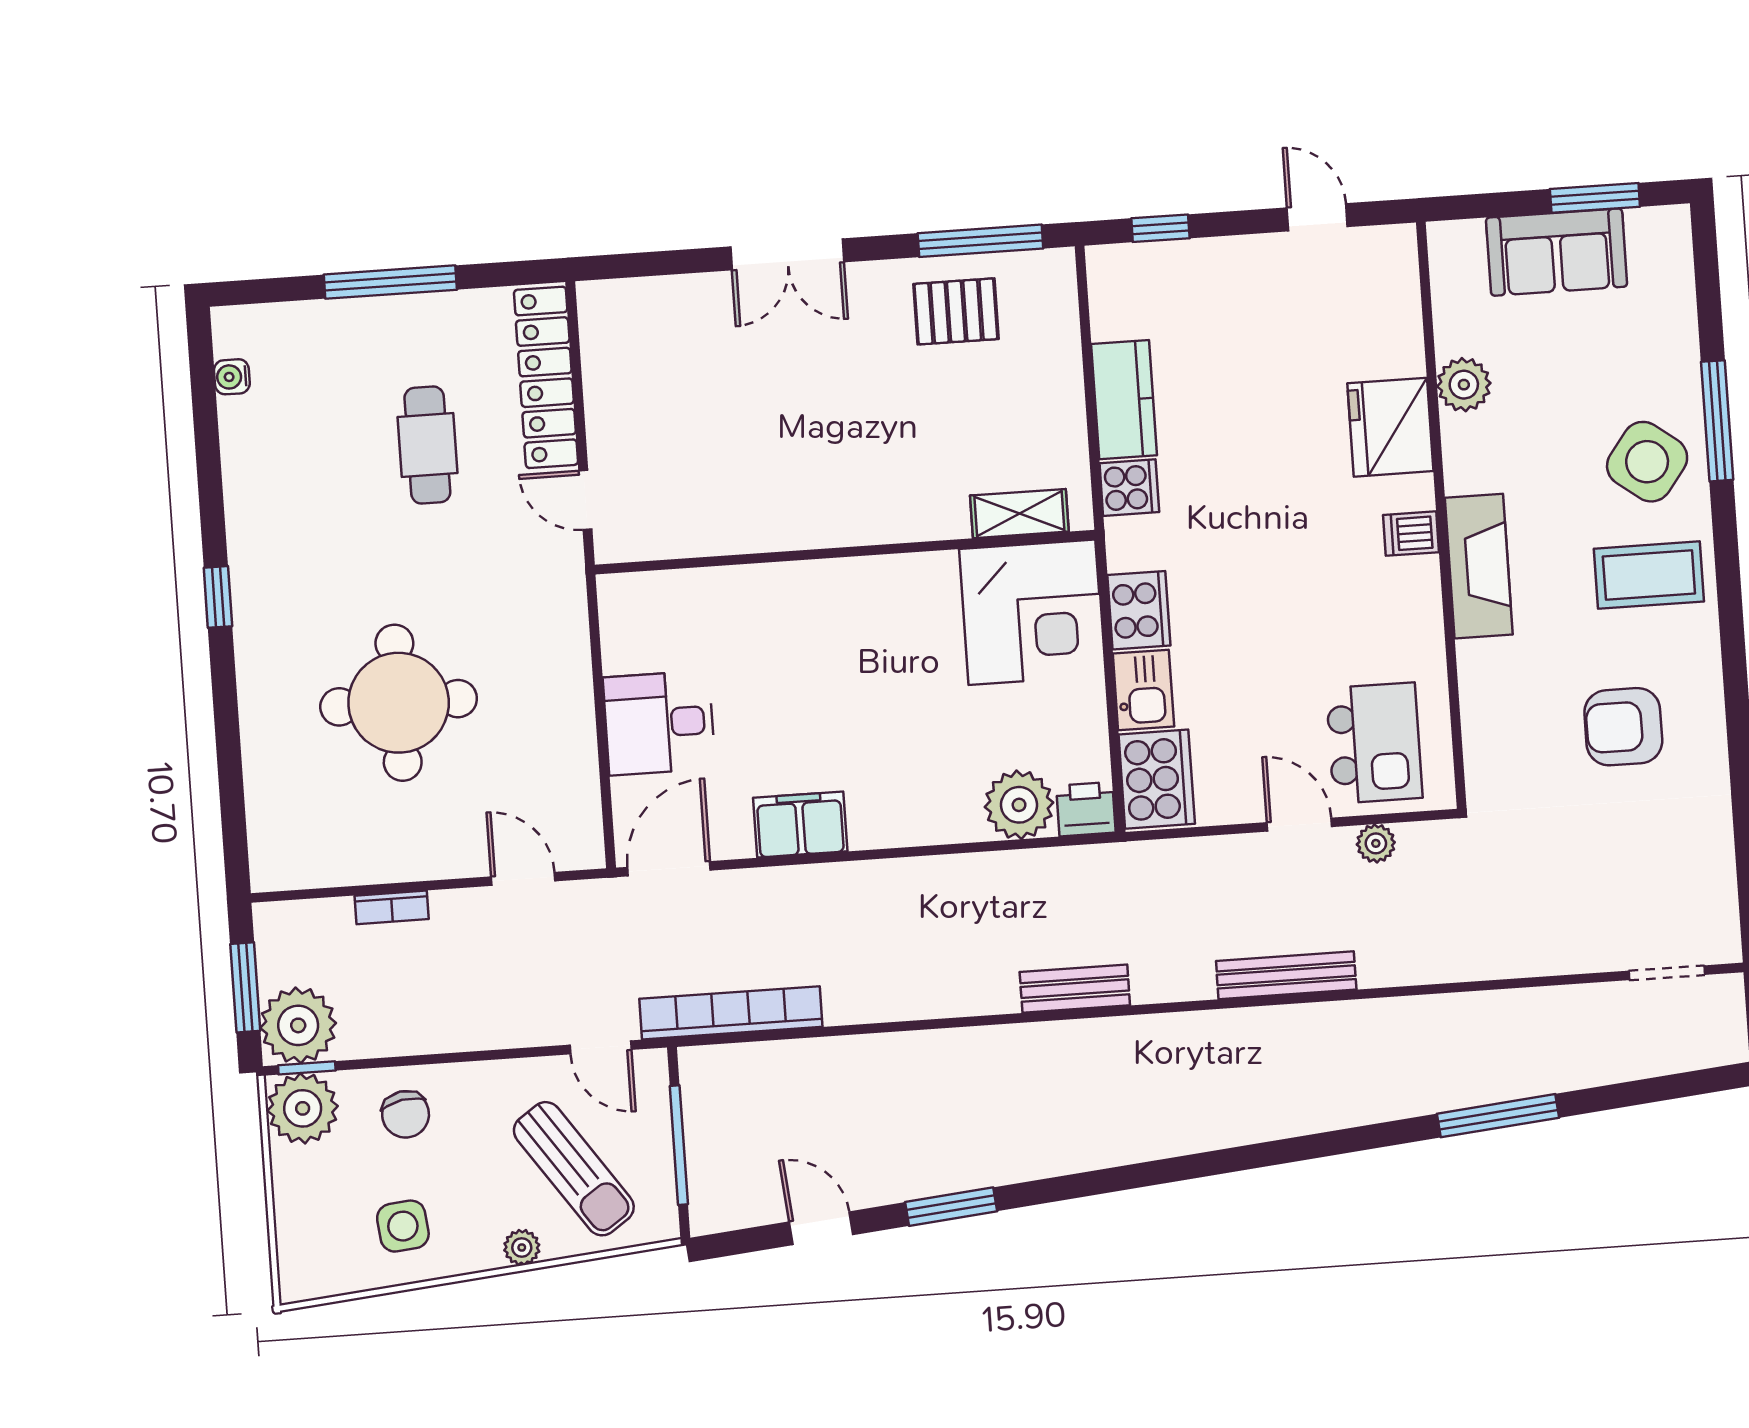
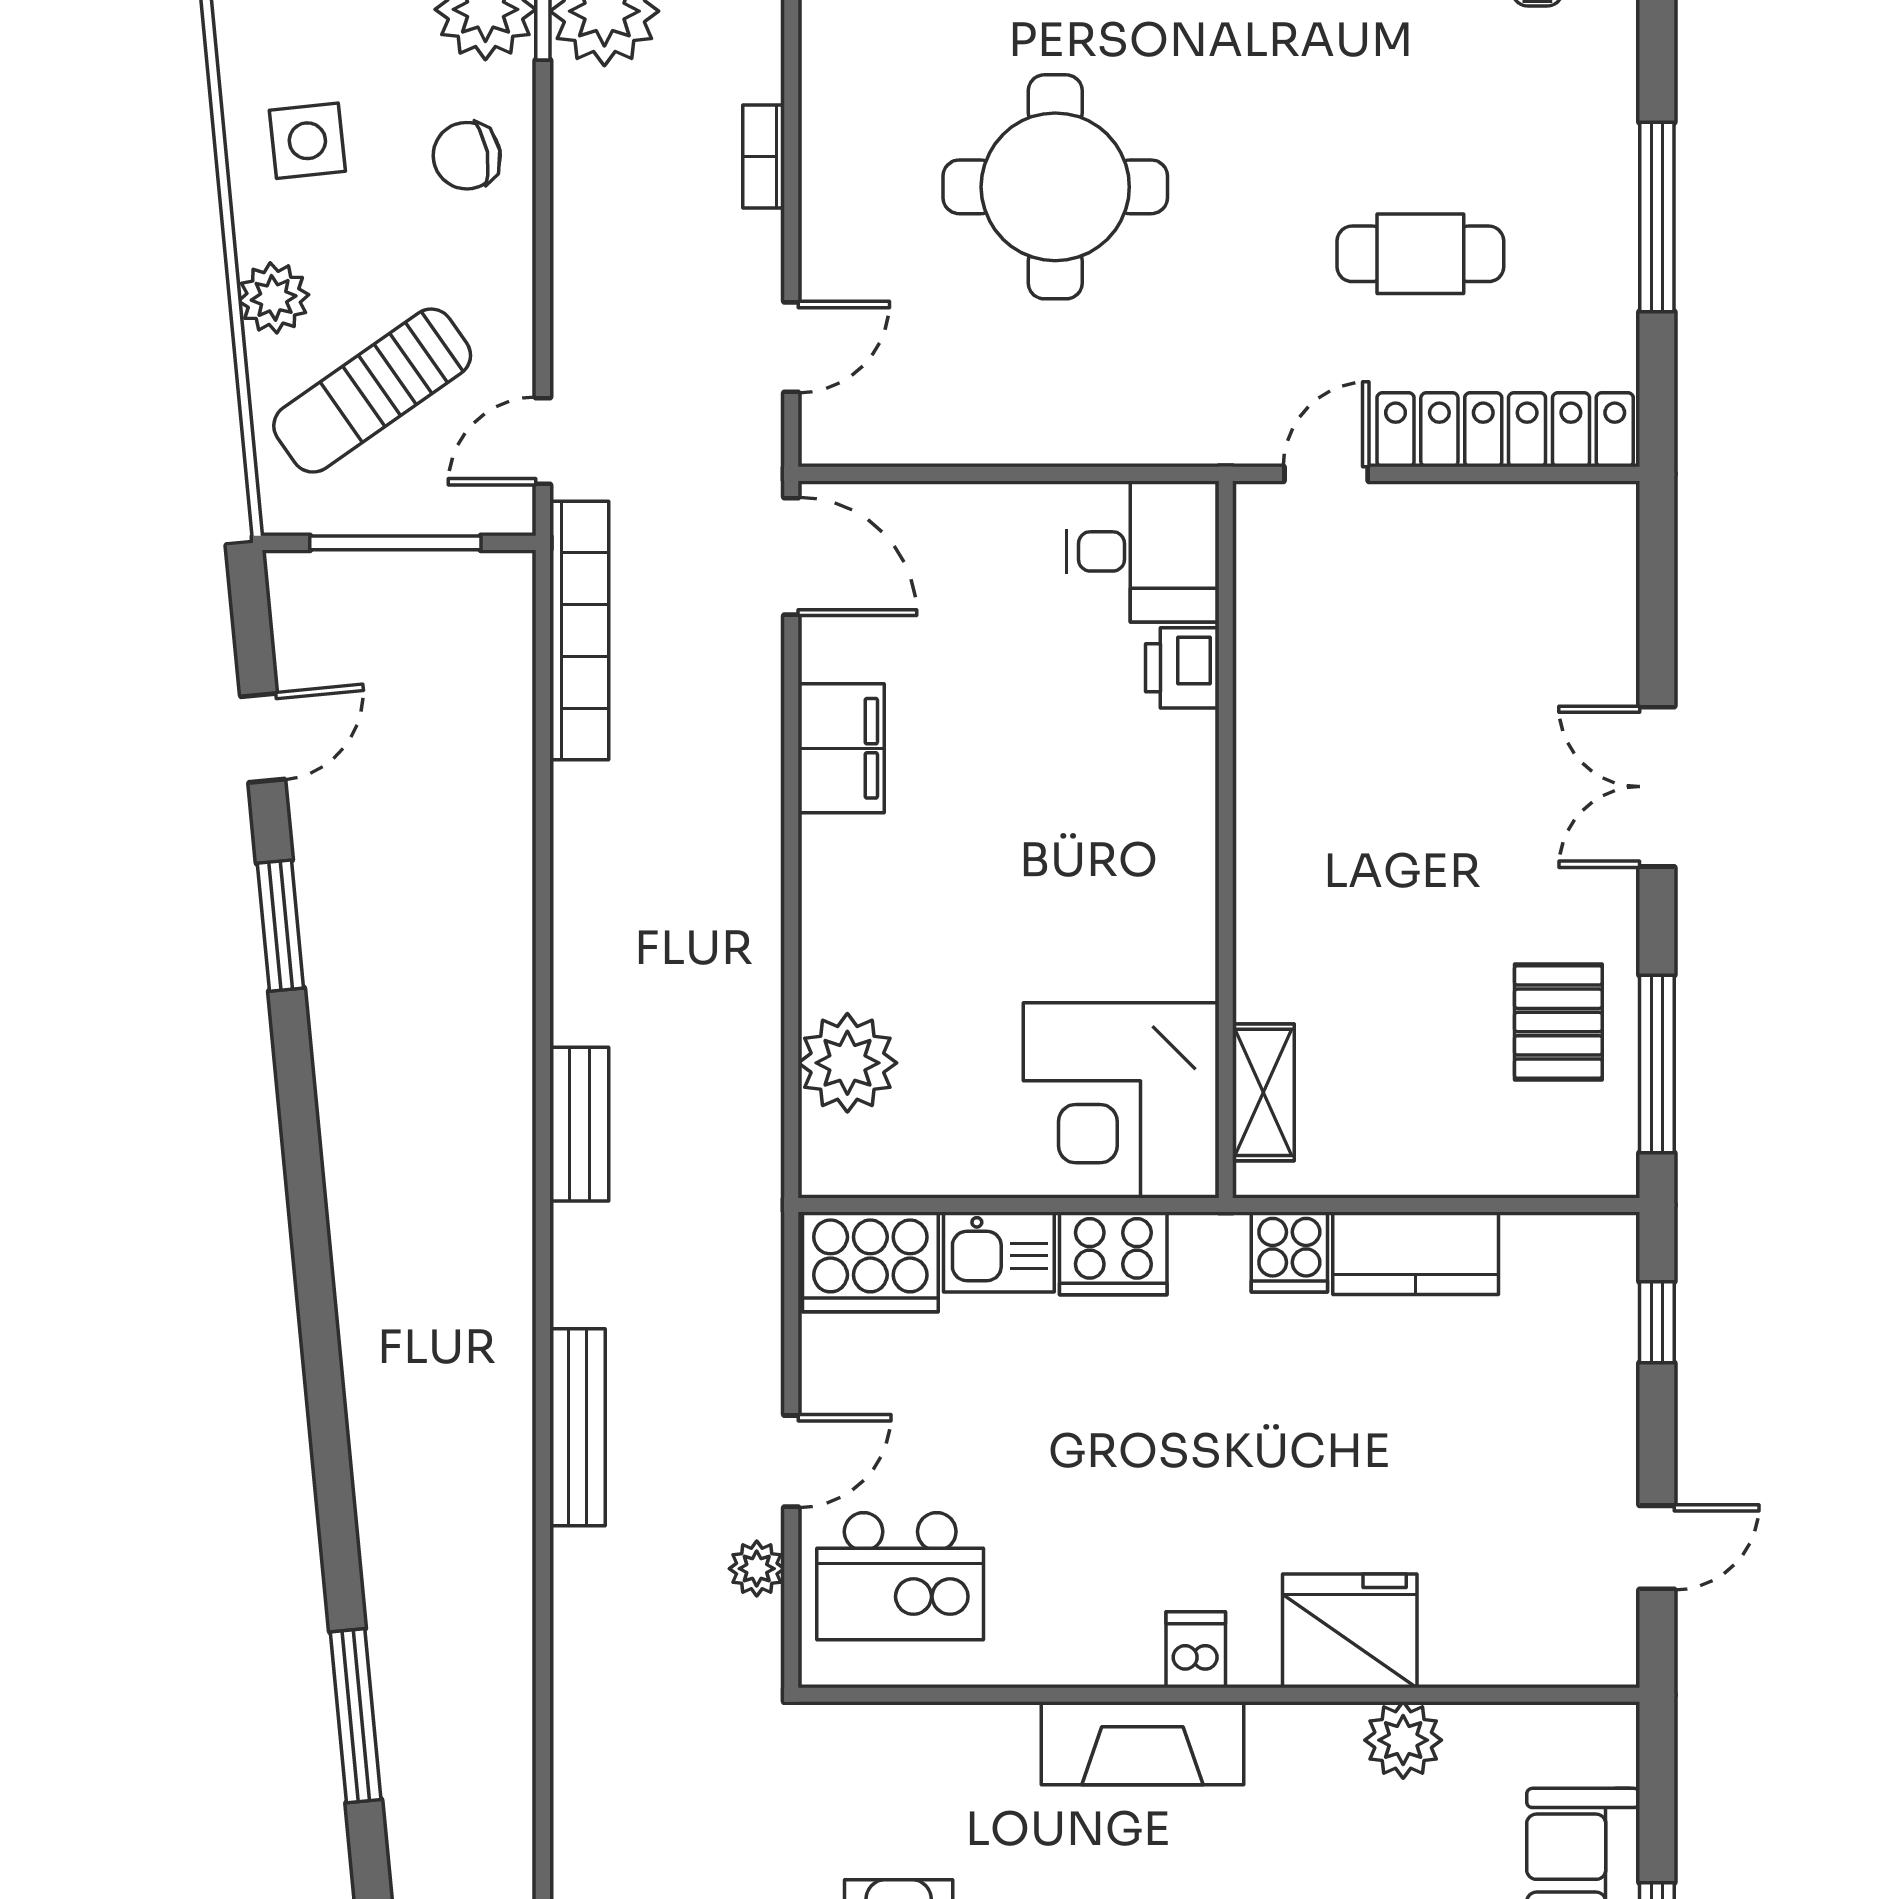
desk: (659, 723) -> (1143, 551), moved, turned 90
printer: (1086, 809) -> (1182, 668), moved, turned 180
plant: (522, 1247) -> (274, 298), width x1.38, depth x1.38

